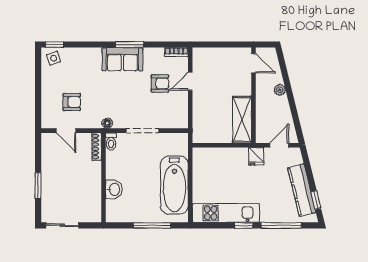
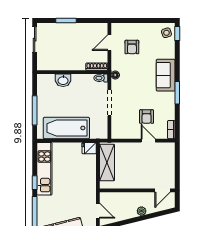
sofa: (122, 59) -> (166, 75), moved
shelving: (242, 120) -> (107, 162), moved, turned 90
fridge: (256, 156) -> (89, 148), moved

